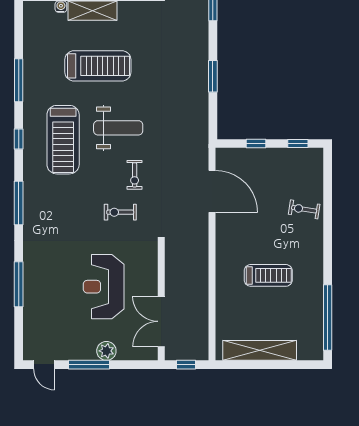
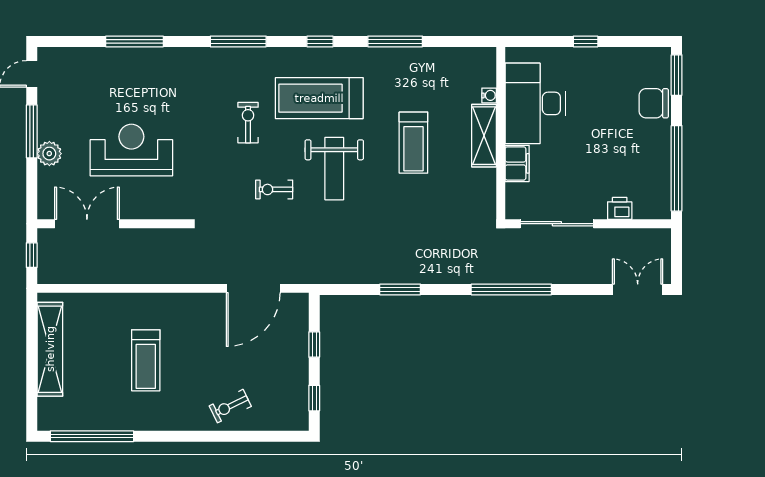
treadmill: (98, 66) -> (413, 143), width x0.73, depth x0.73
exercise bike: (304, 209) -> (230, 406), turned -125
exercise bike: (120, 212) -> (248, 123), moved

